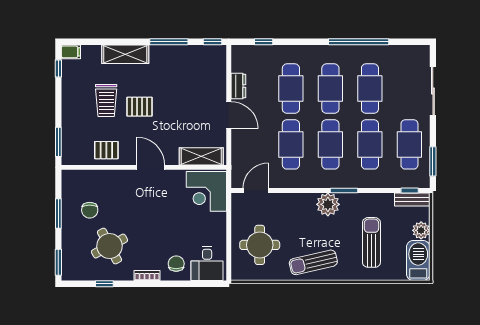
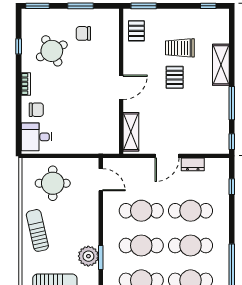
filing cabinet: (71, 52) -> (223, 17), removed
pallet: (106, 150) -> (136, 31), moved
corner desk: (206, 191) -> (100, 136), removed
plant: (328, 204) -> (88, 256), moved

